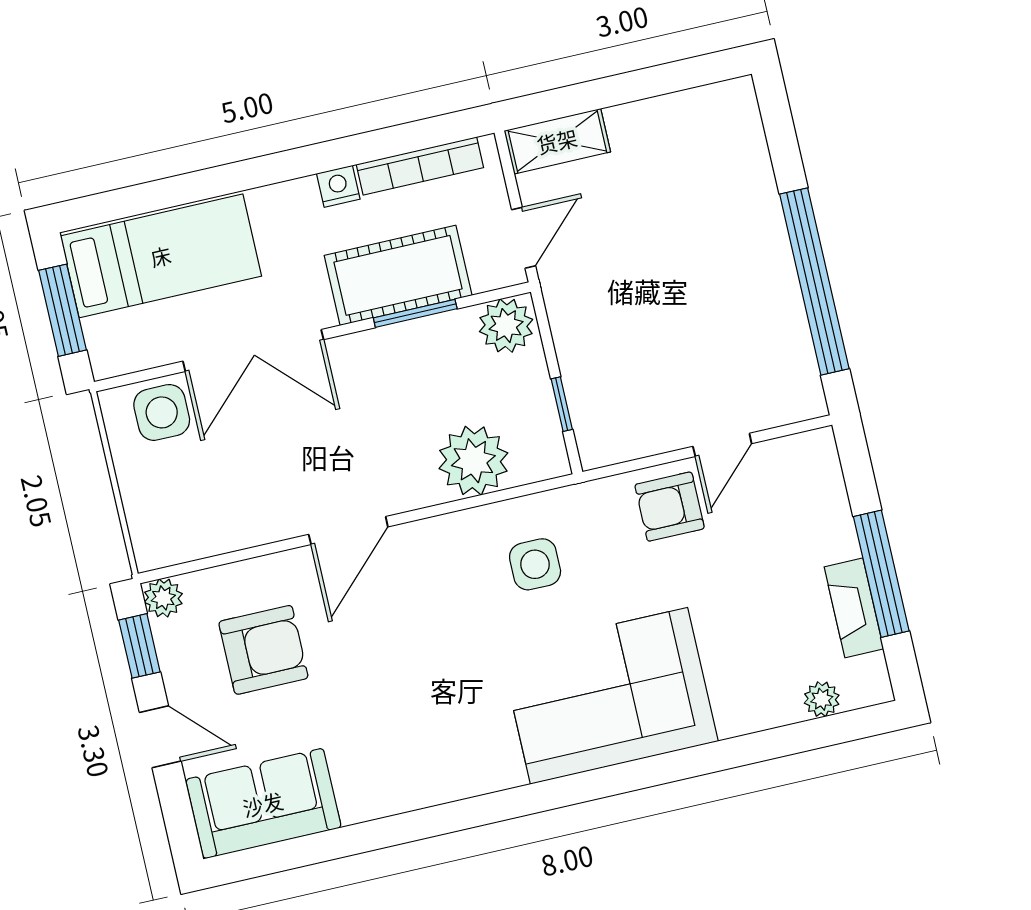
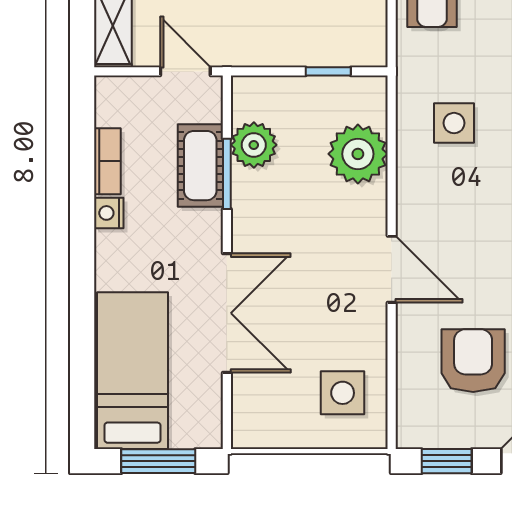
bookcase: (420, 166) -> (107, 161), width x0.64
cot: (398, 275) -> (200, 166), width x0.73, depth x0.75
plant: (506, 326) -> (254, 145), moved
side table: (162, 412) -> (343, 393), moved
plant: (163, 598) -> (412, 433), removed

